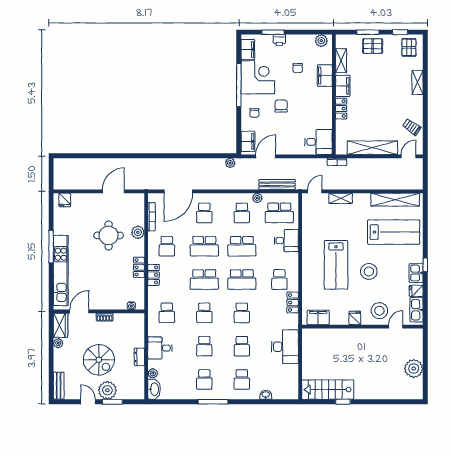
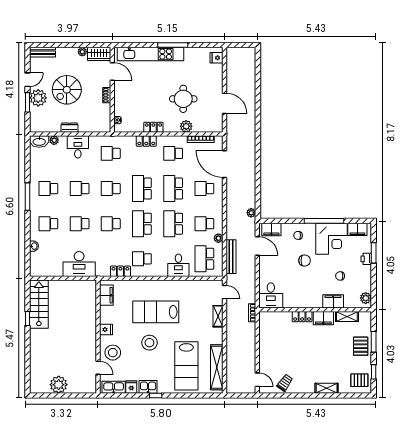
shelving: (372, 148) -> (265, 346), removed

